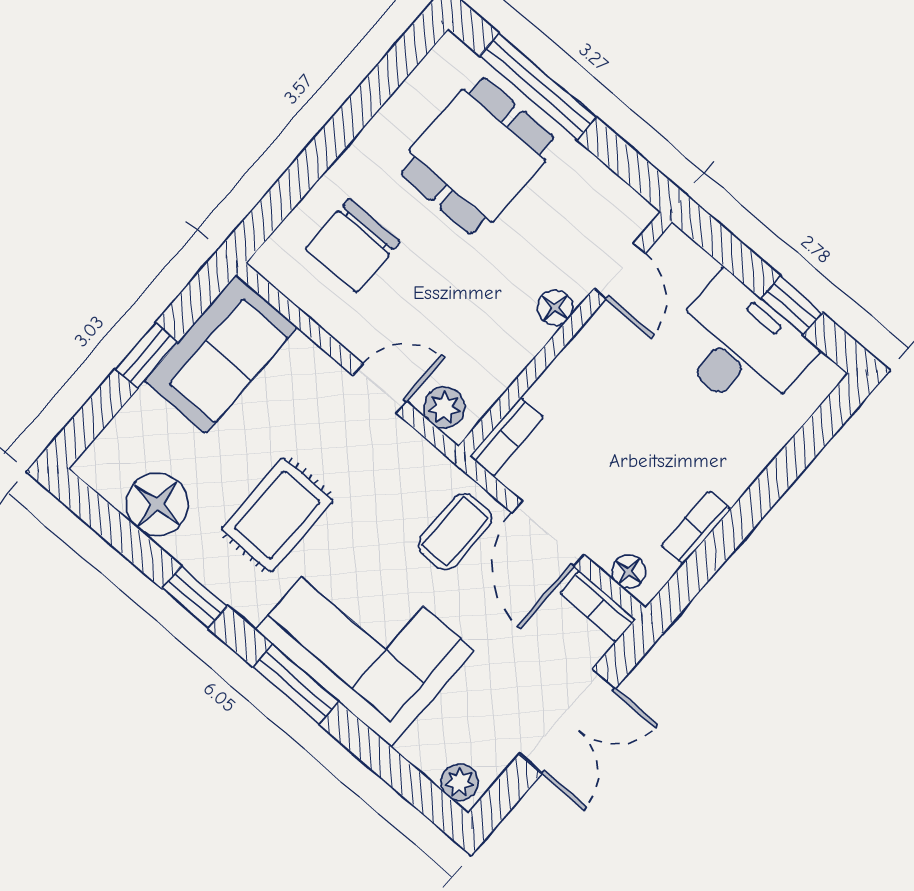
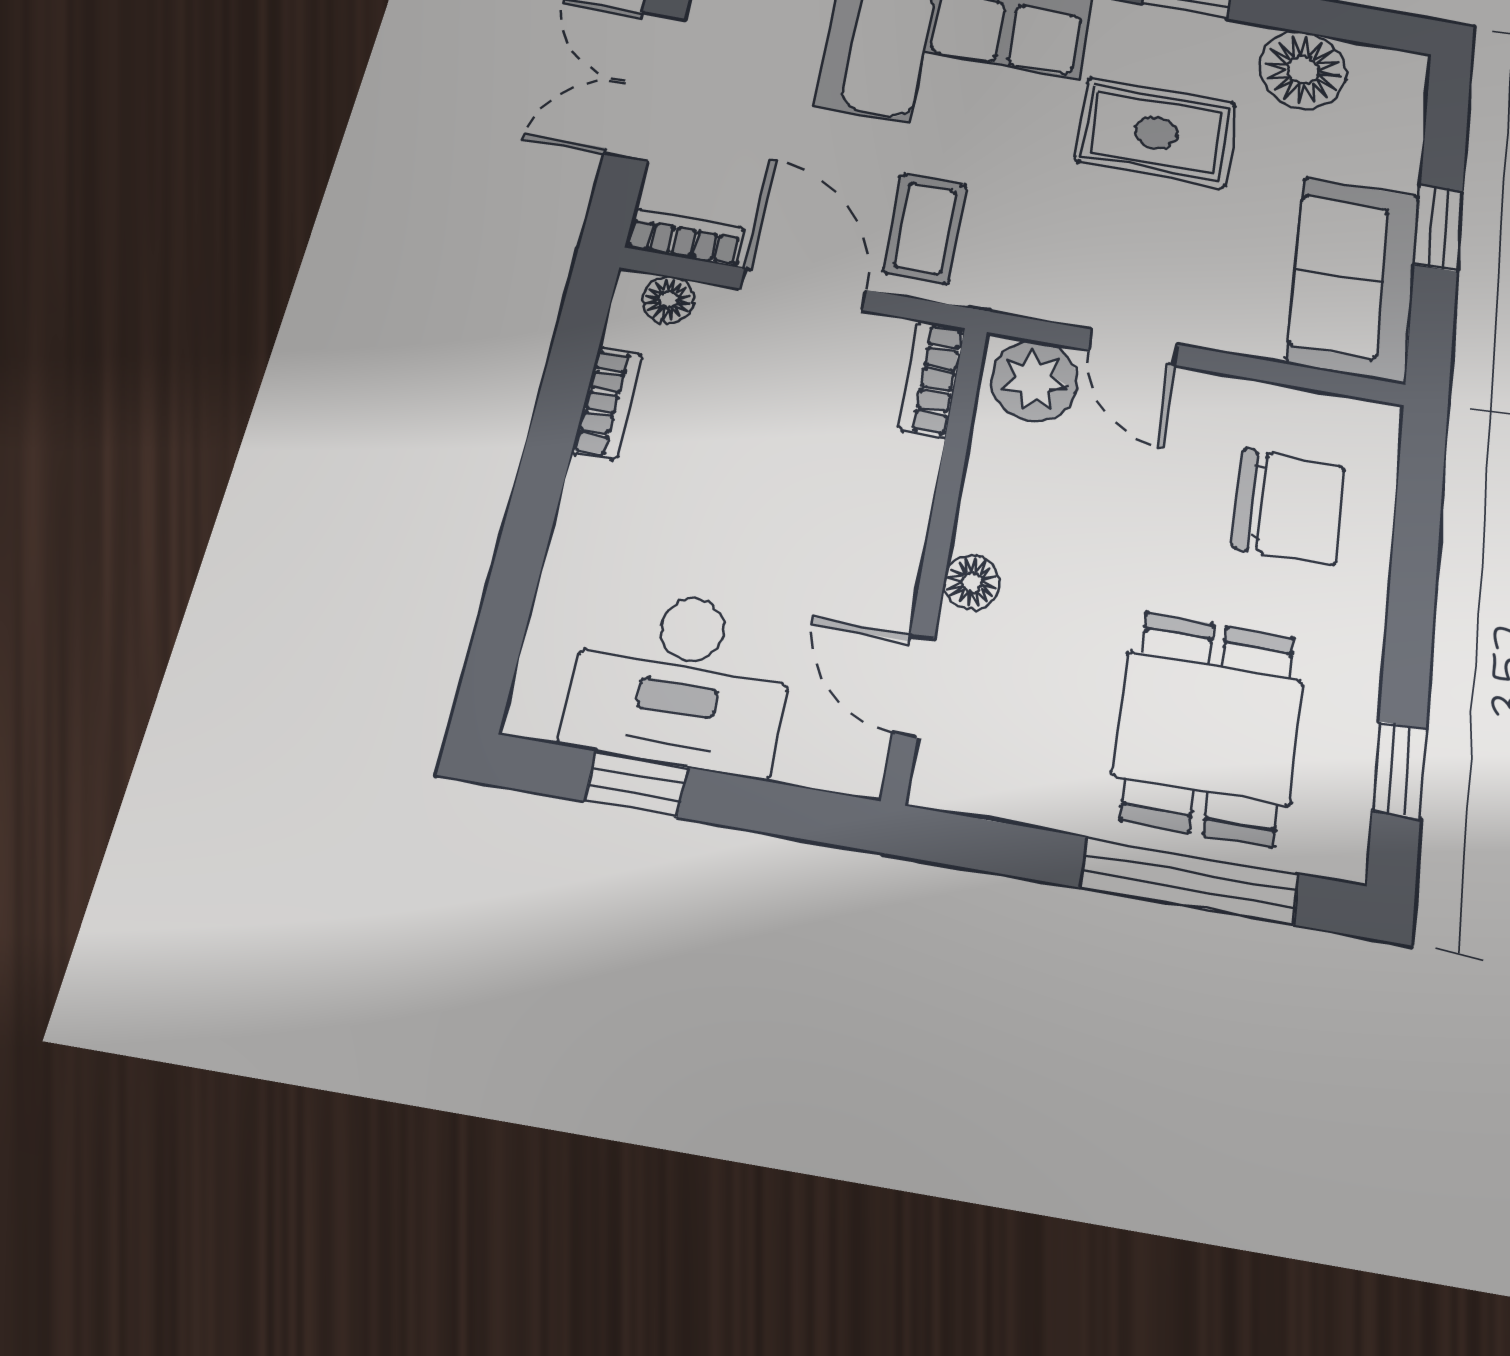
window: (390, 73) -> (1399, 770), added
chair: (353, 245) -> (1289, 507), turned 90
door: (380, 389) -> (1133, 347), hinge flipped
plant: (444, 408) -> (1034, 381), width x1.38, depth x1.38
rug: (277, 515) -> (1156, 132), turned 90

